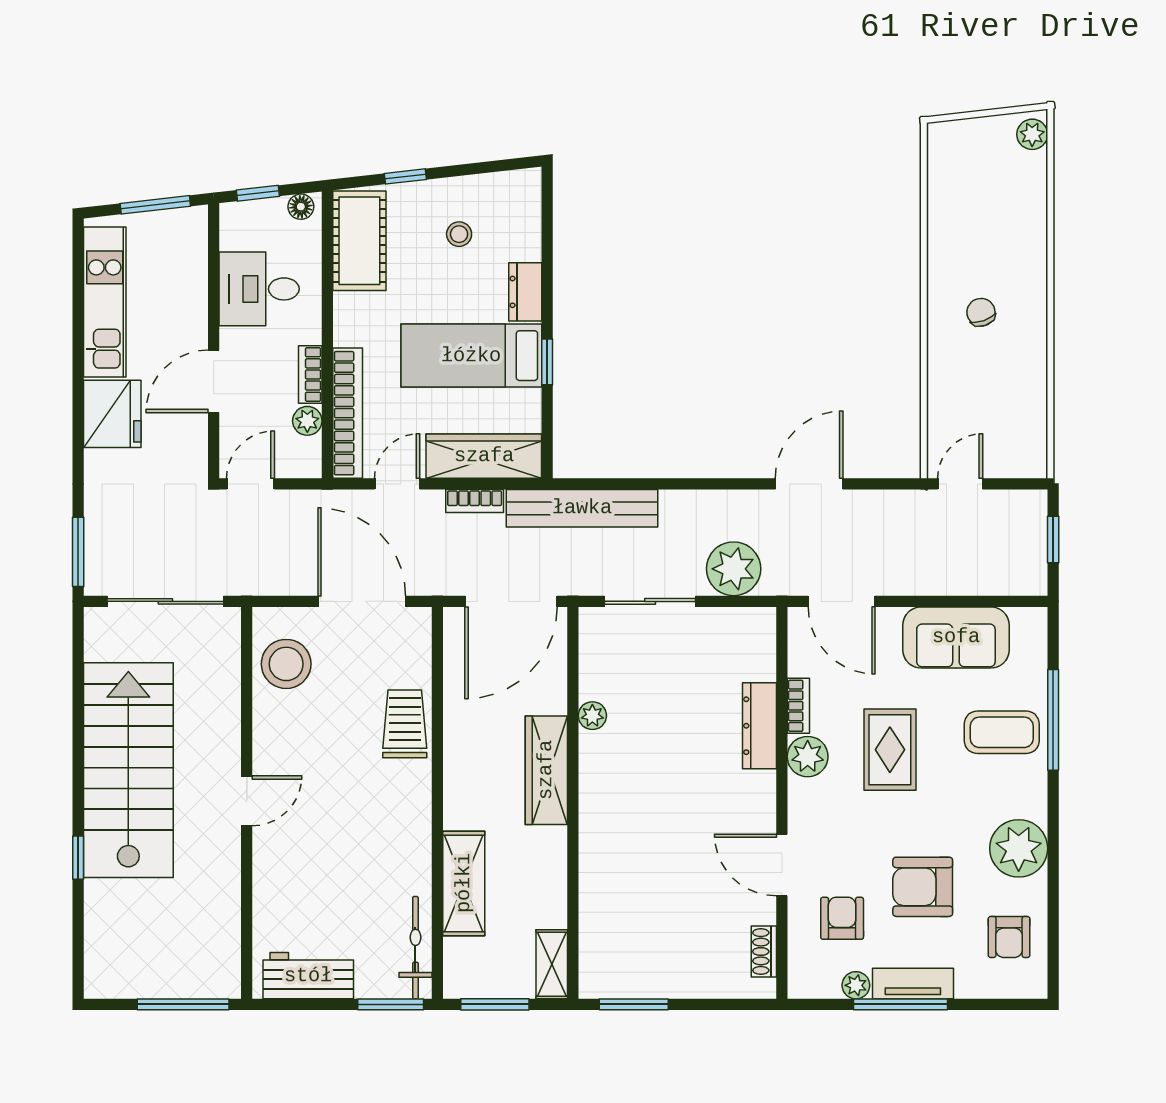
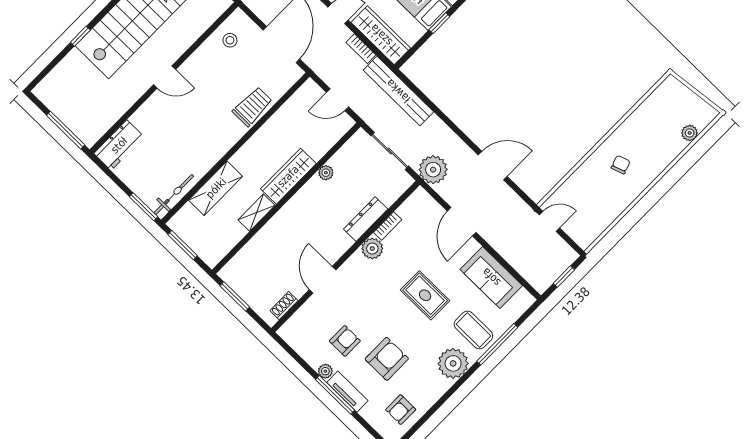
plant: (1032, 134) -> (690, 133), moved
door: (511, 601) -> (338, 100), width x0.53
stool: (286, 664) -> (230, 40), width x0.53, depth x0.53
bookcase: (798, 706) -> (388, 226), moved
dresser: (759, 726) -> (366, 219), moved
rug: (890, 750) -> (425, 295), turned 90
plant: (808, 757) -> (372, 249), moved
wall: (782, 803) -> (346, 256), moved
plant: (1019, 848) -> (453, 363), moved
door: (782, 865) -> (323, 280), moved
armchair: (923, 887) -> (387, 359), turned 90
shoe rack: (764, 952) -> (284, 306), moved
shelving: (552, 964) -> (257, 213), moved
workbench: (308, 976) -> (119, 145), moved, turned 90

